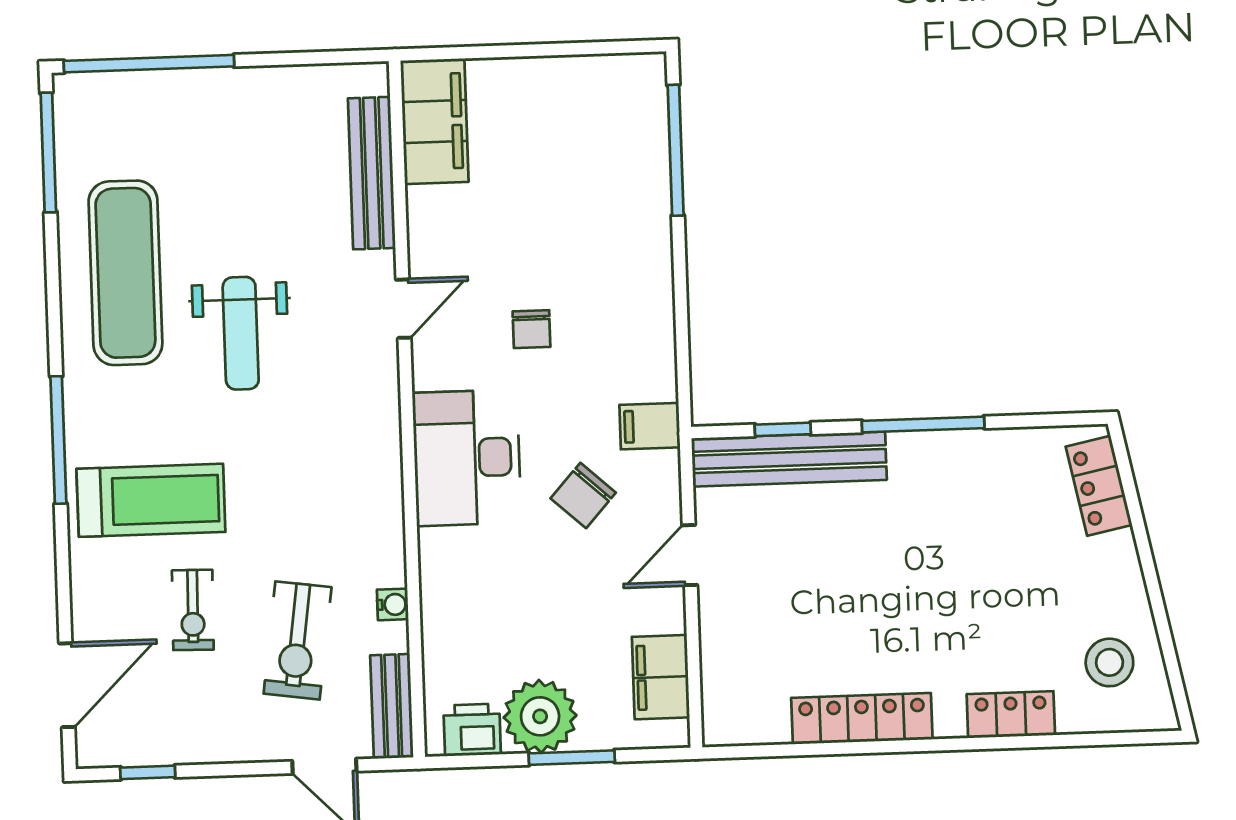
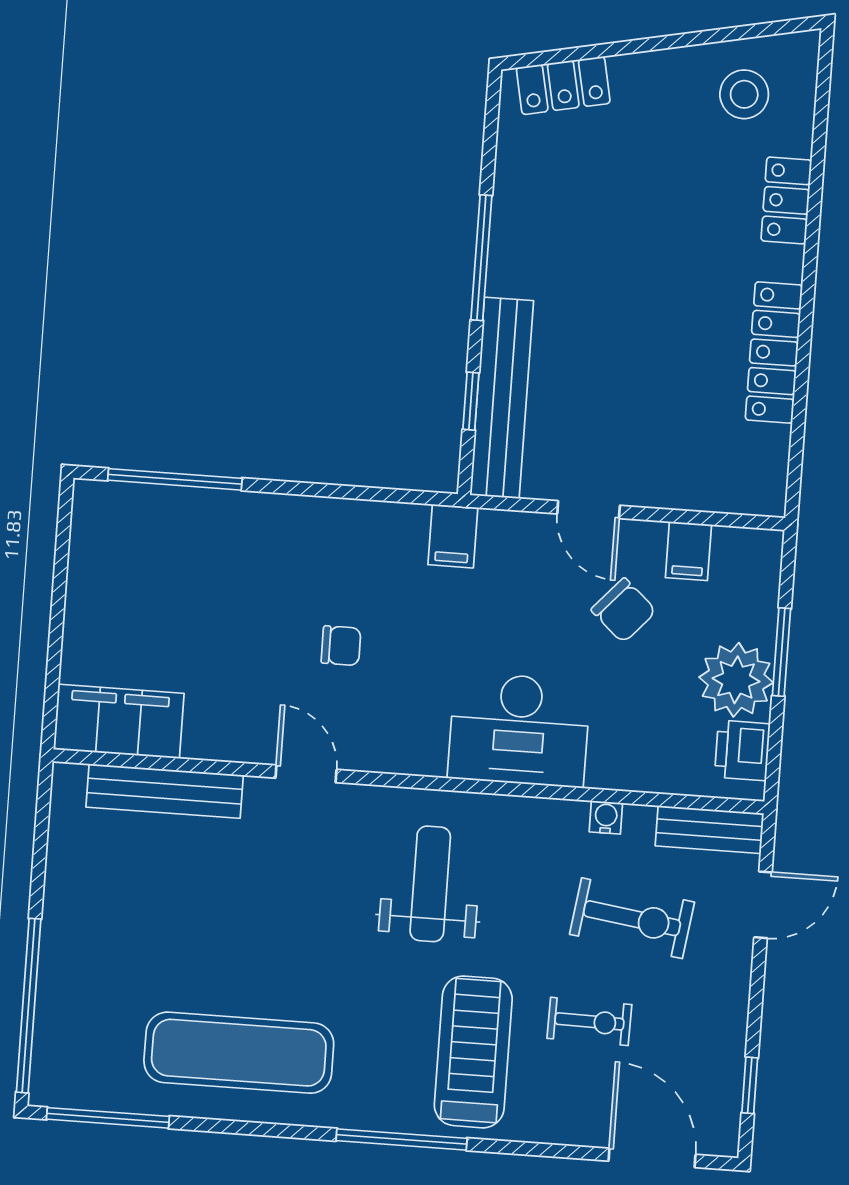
weight bench: (241, 333) -> (430, 884), moved, turned -90
desk: (467, 458) -> (519, 730), moved
chair: (583, 495) -> (624, 610), moved
filing cabinet: (661, 677) -> (688, 551), width x0.50

